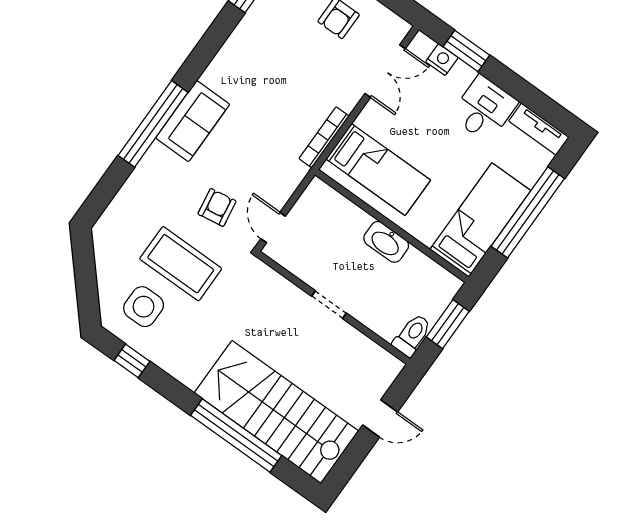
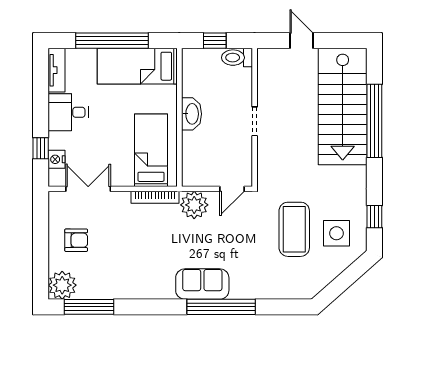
window: (466, 51) -> (41, 148), width x0.67
plant: (285, 174) -> (194, 205), added
armchair: (217, 207) -> (244, 232), removed
window: (448, 324) -> (215, 41), width x0.67

